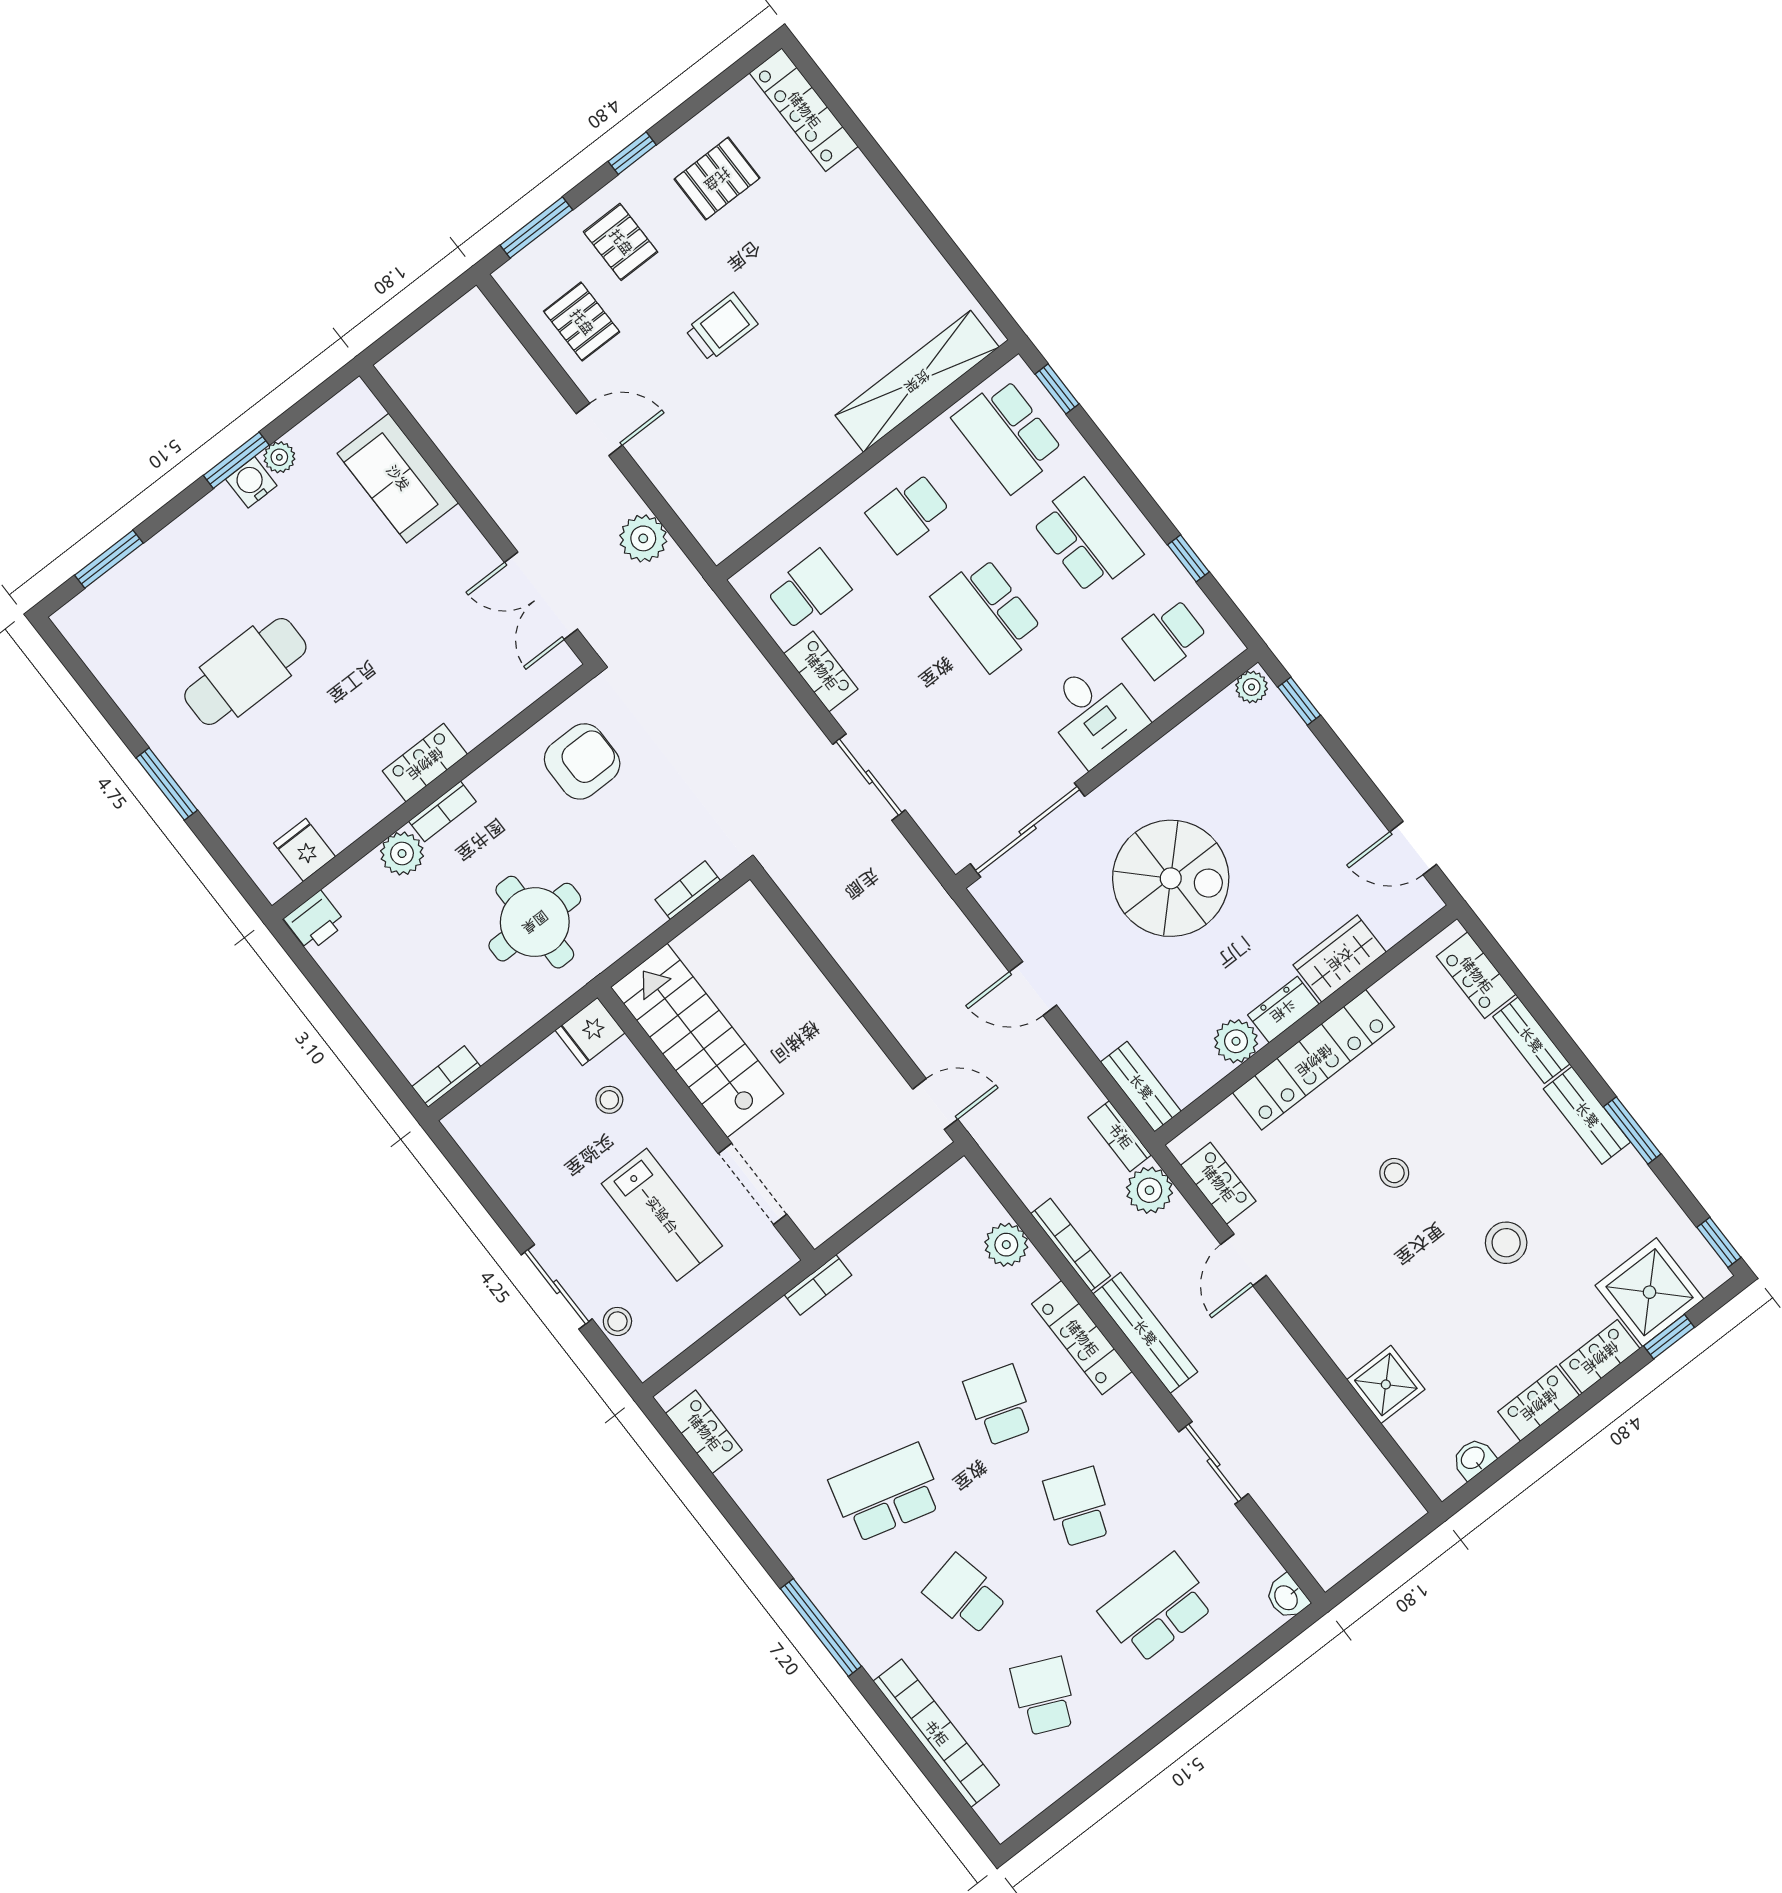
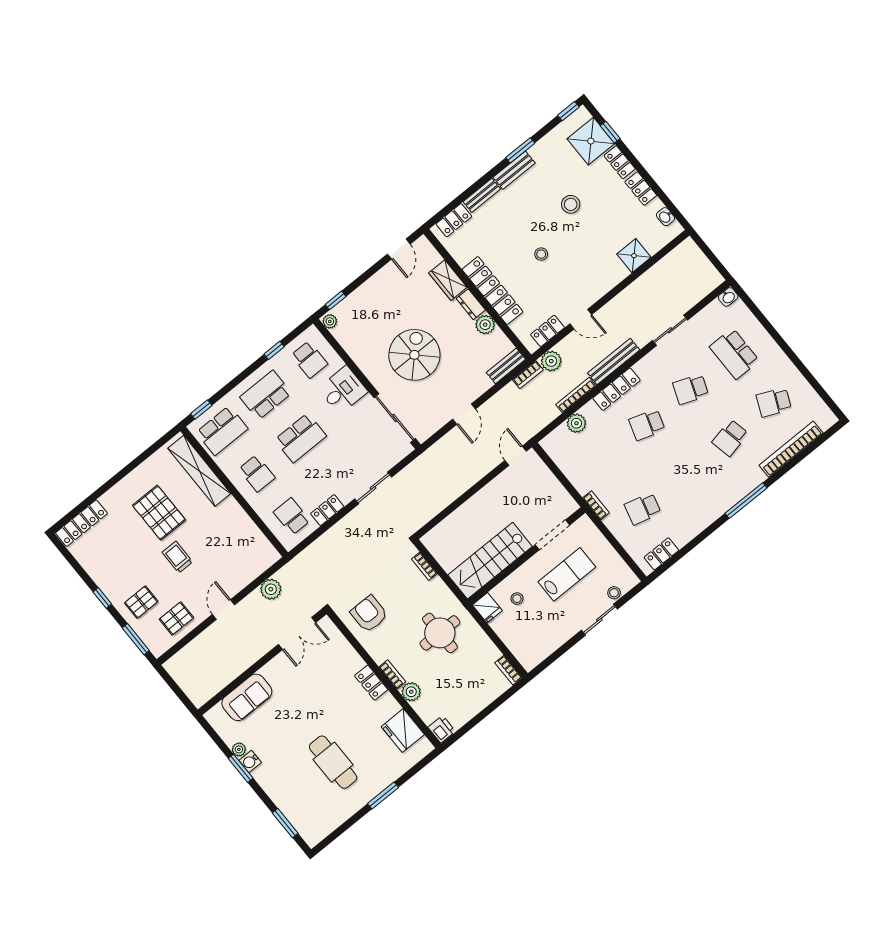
pallet: (717, 179) -> (159, 513), moved, width x1.50, depth x1.42
fridge: (305, 850) -> (403, 731), width x1.88, depth x1.34
school desk: (886, 1493) -> (643, 509), moved, width x0.54

